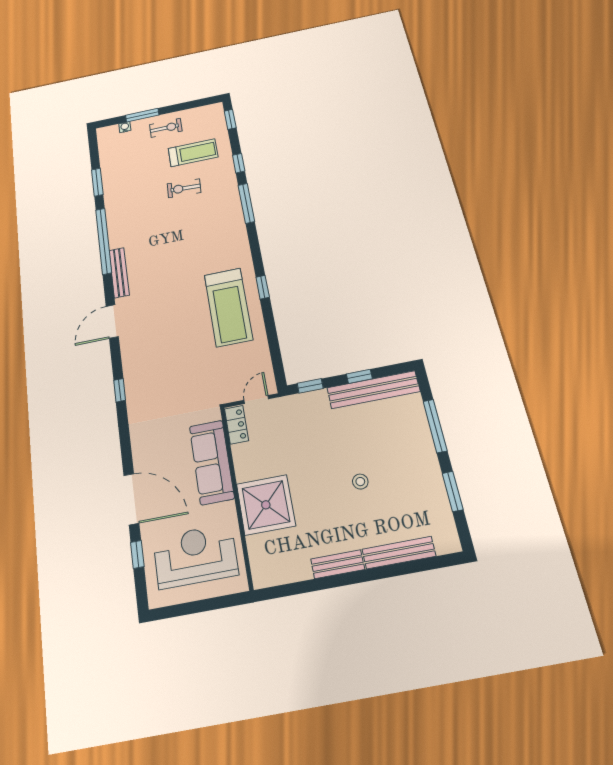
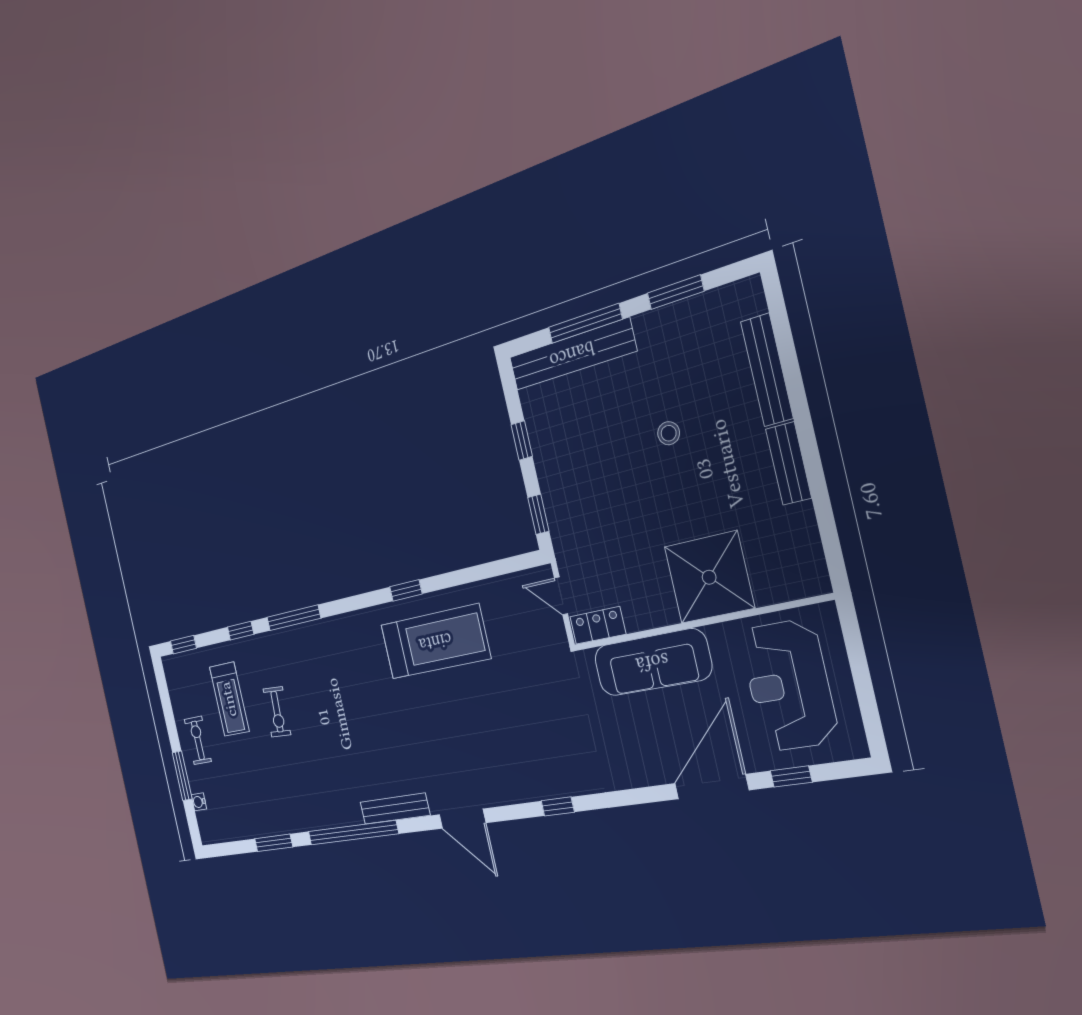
treadmill: (193, 153) -> (229, 699), turned 180
bench: (373, 390) -> (572, 354), moved, turned 90

